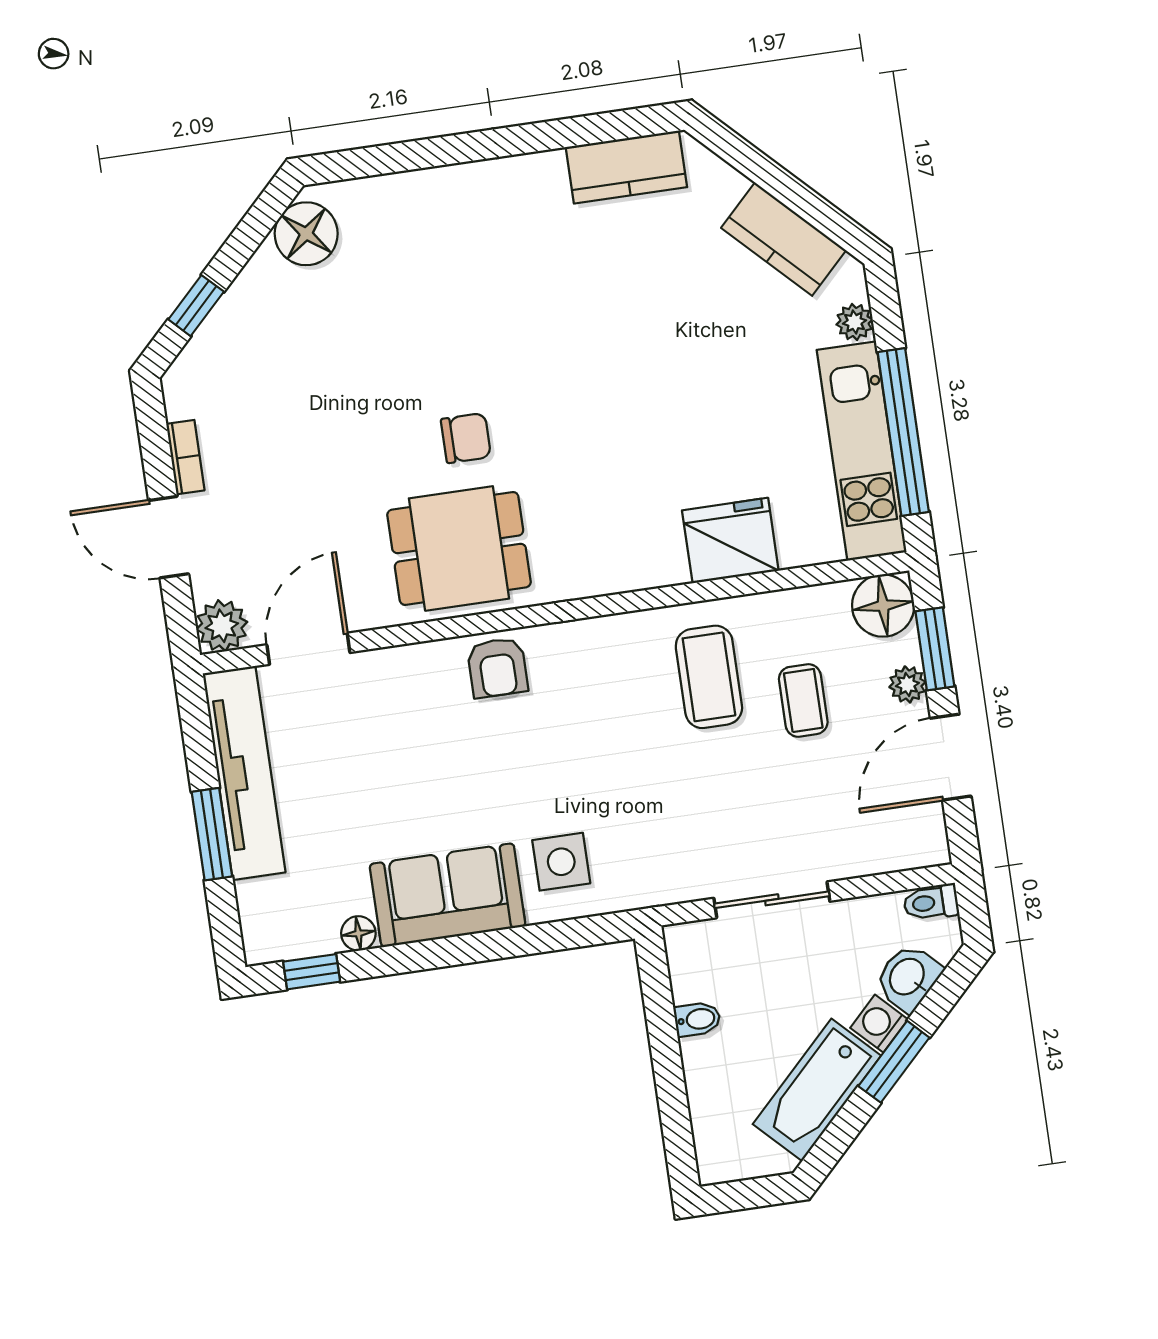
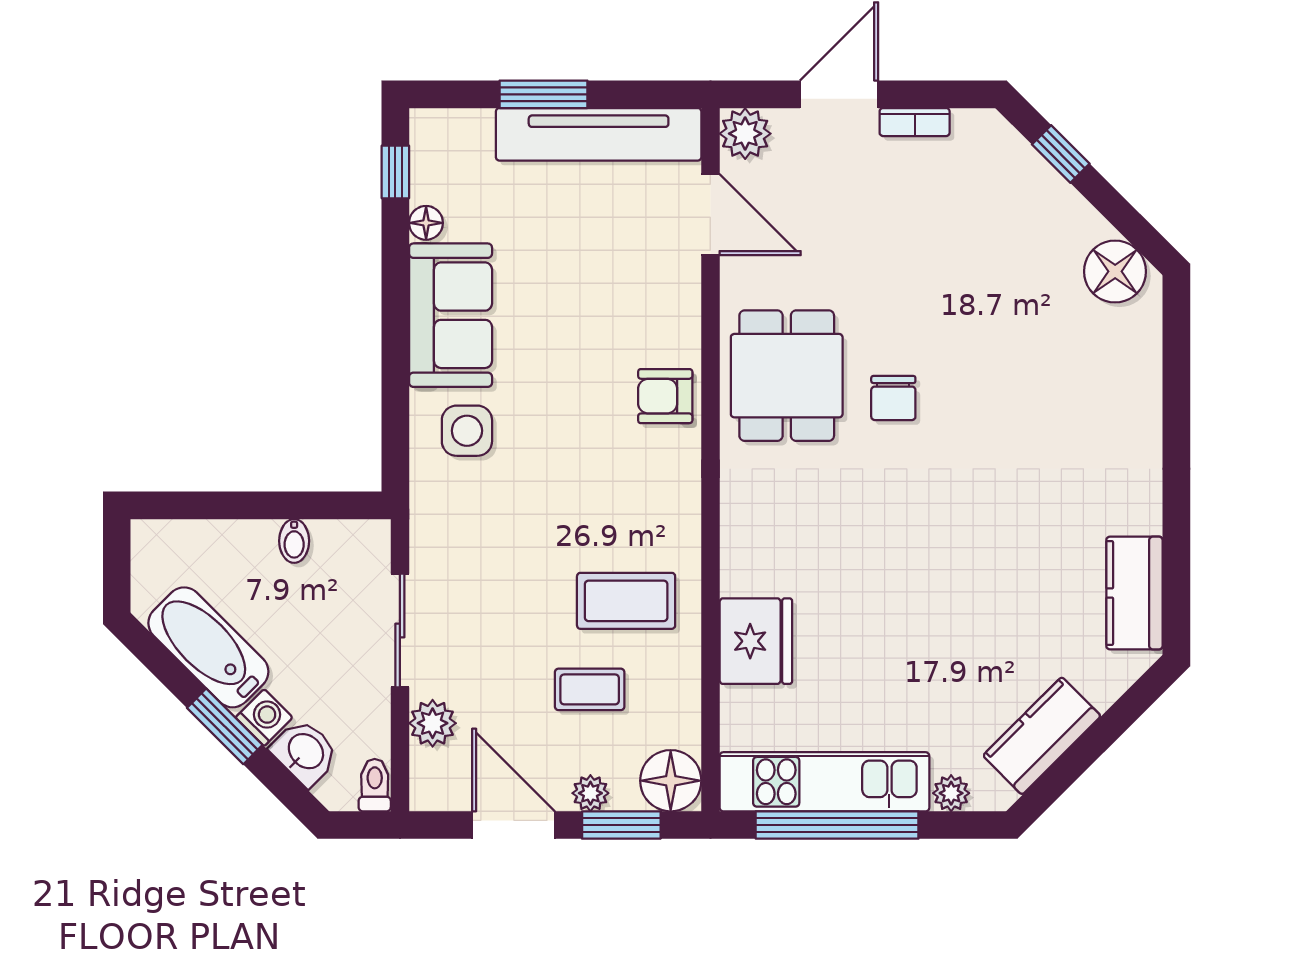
plant: (860, 853) -> (433, 723), added

